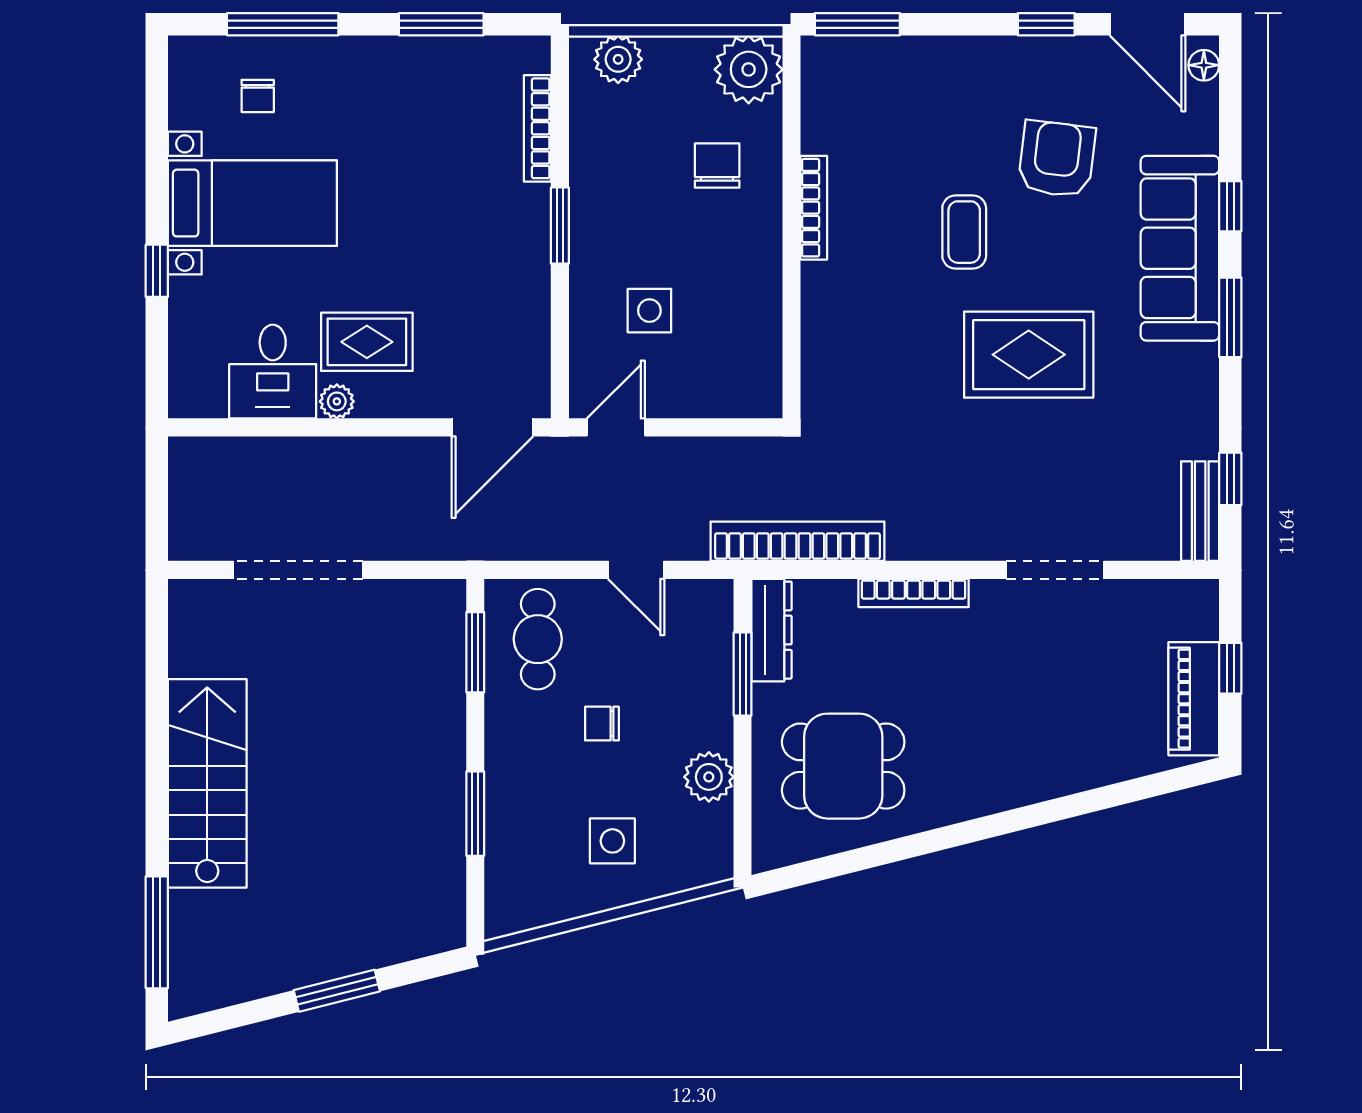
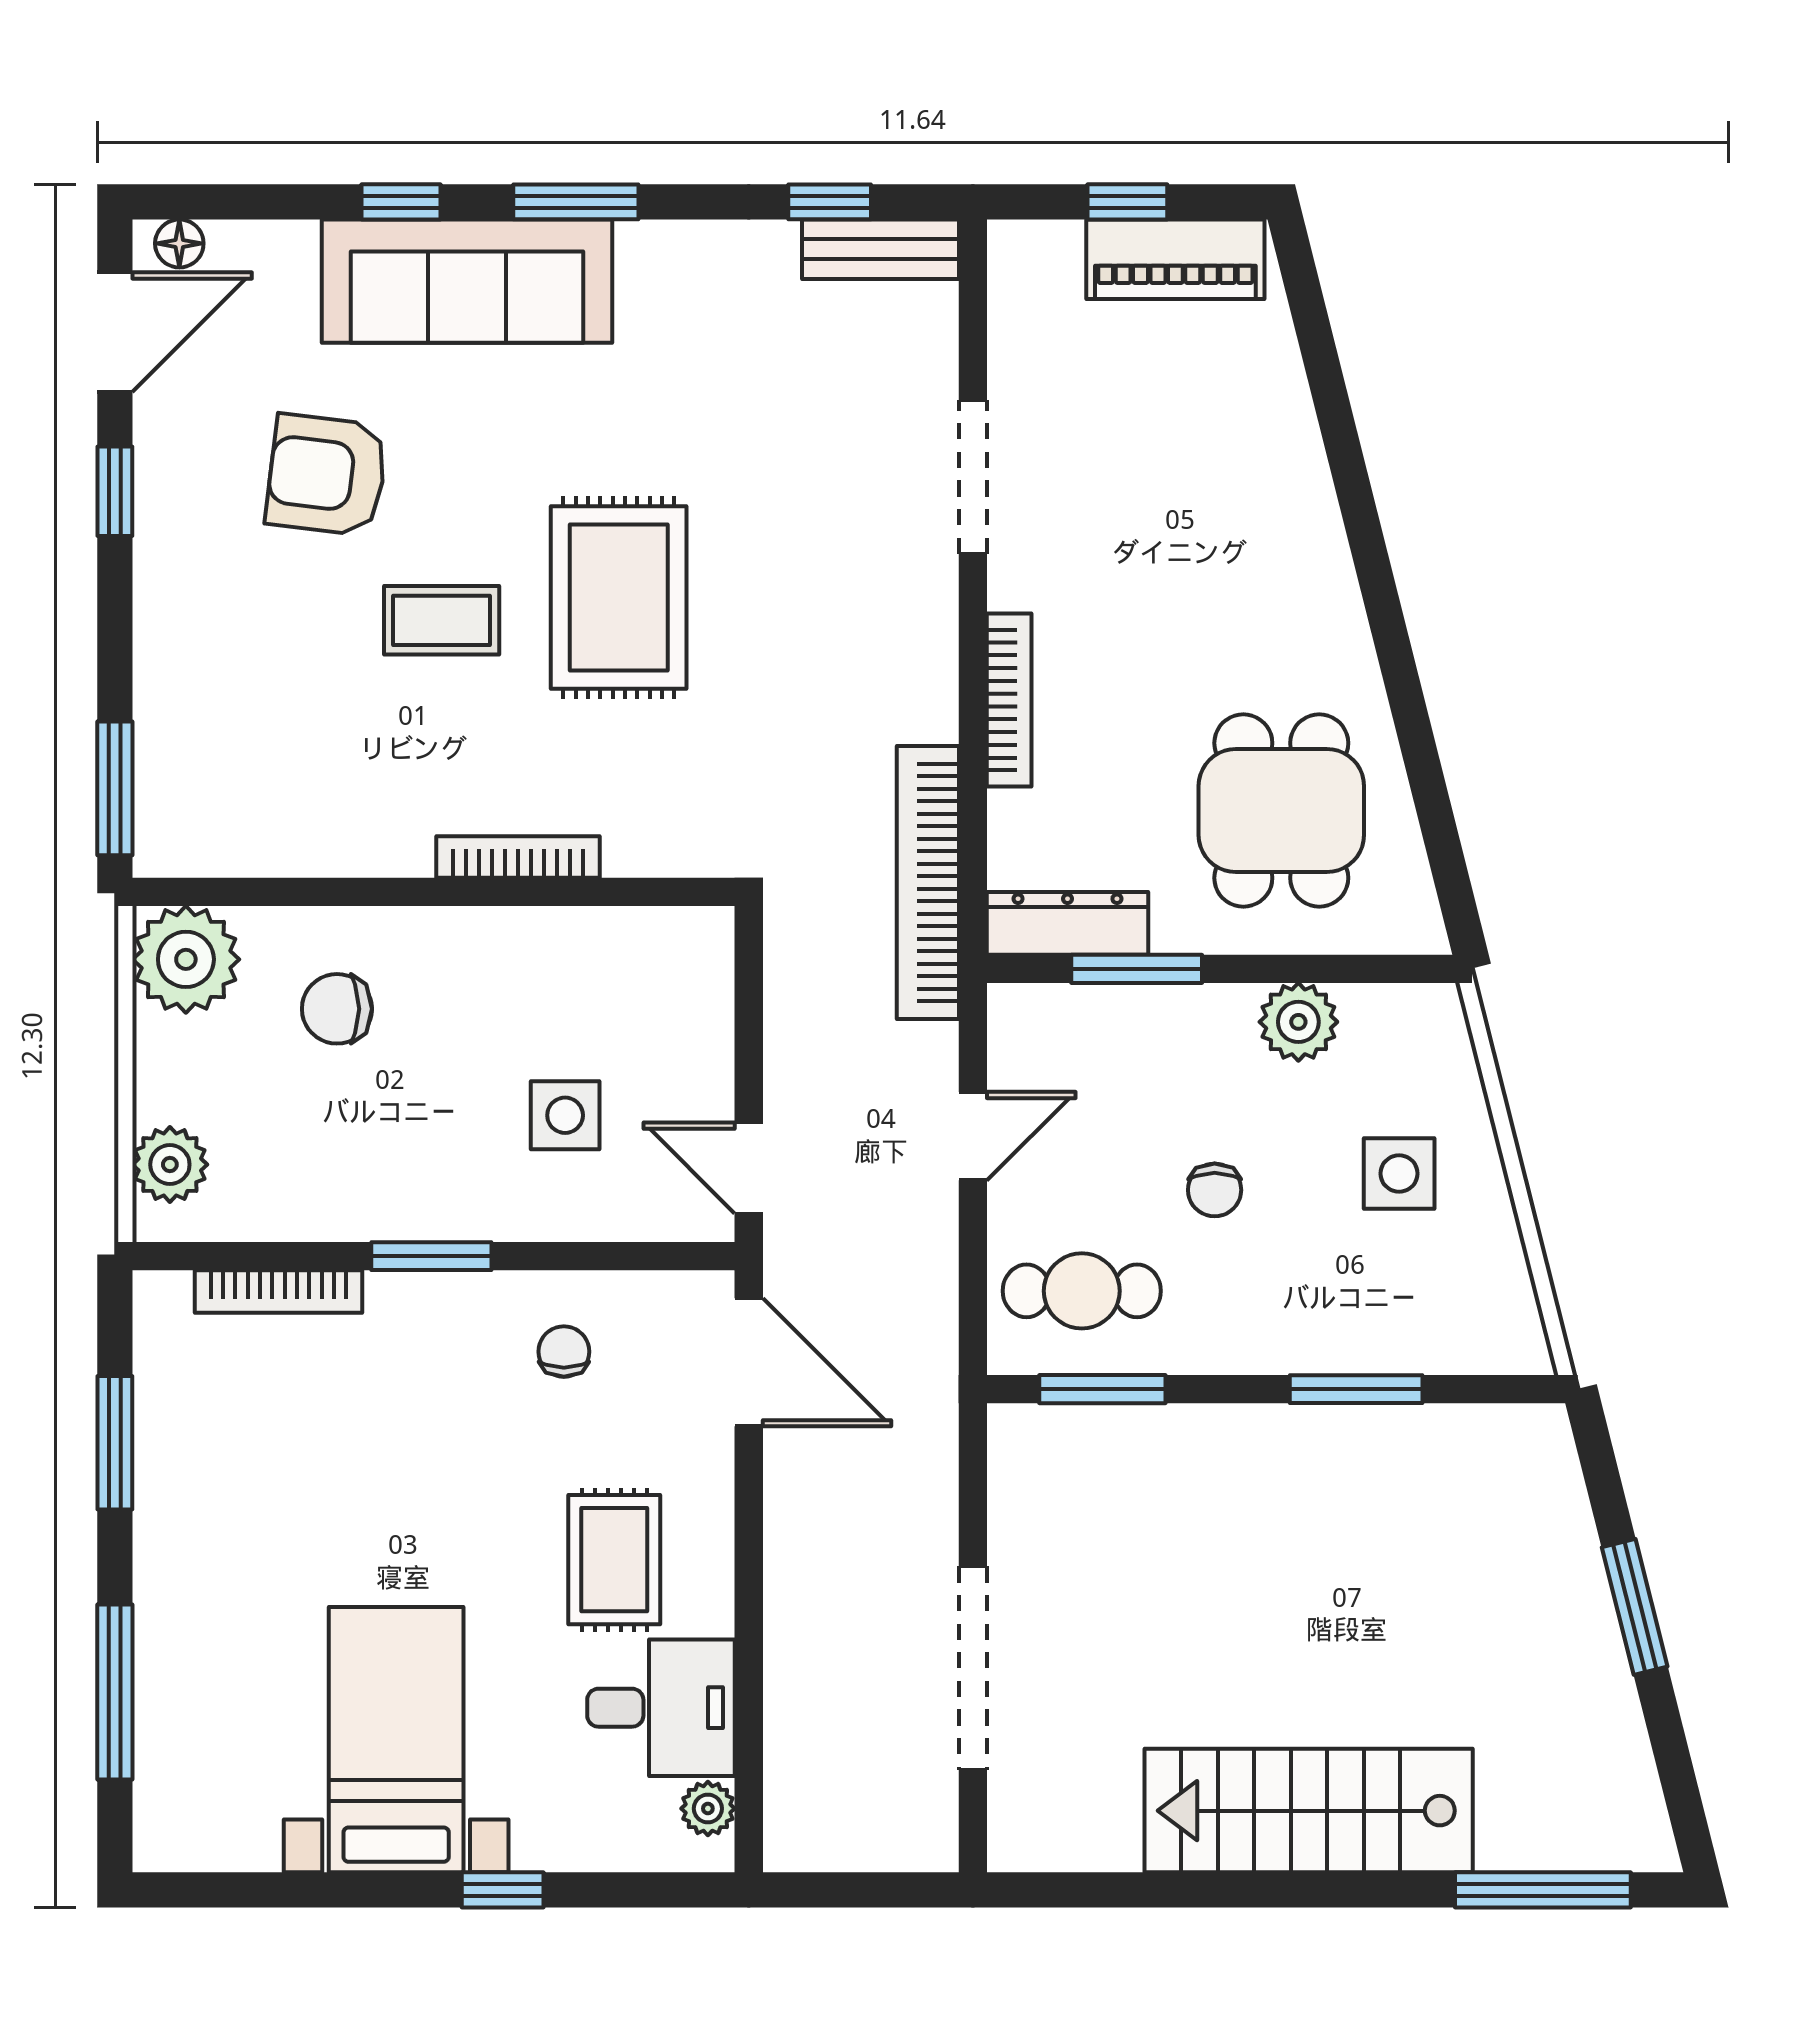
chair: (258, 96) -> (564, 1352), moved, turned -90
bookcase: (814, 208) -> (518, 857), moved
rug: (1029, 355) -> (619, 597), moved
plant: (337, 401) -> (708, 1809), moved

